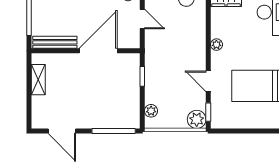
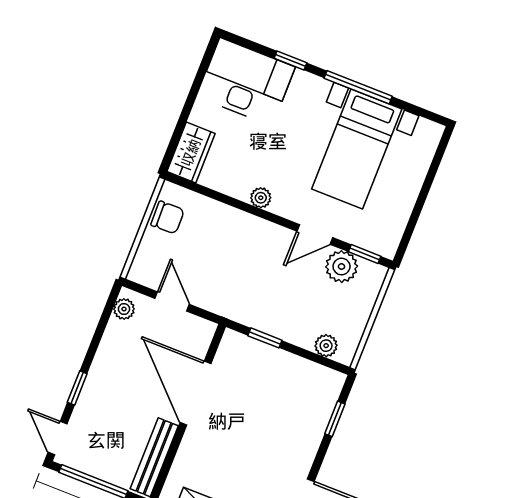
door: (142, 19) -> (172, 301), hinge flipped
plant: (197, 119) -> (342, 267), moved
window: (114, 131) -> (335, 419), width x0.46

